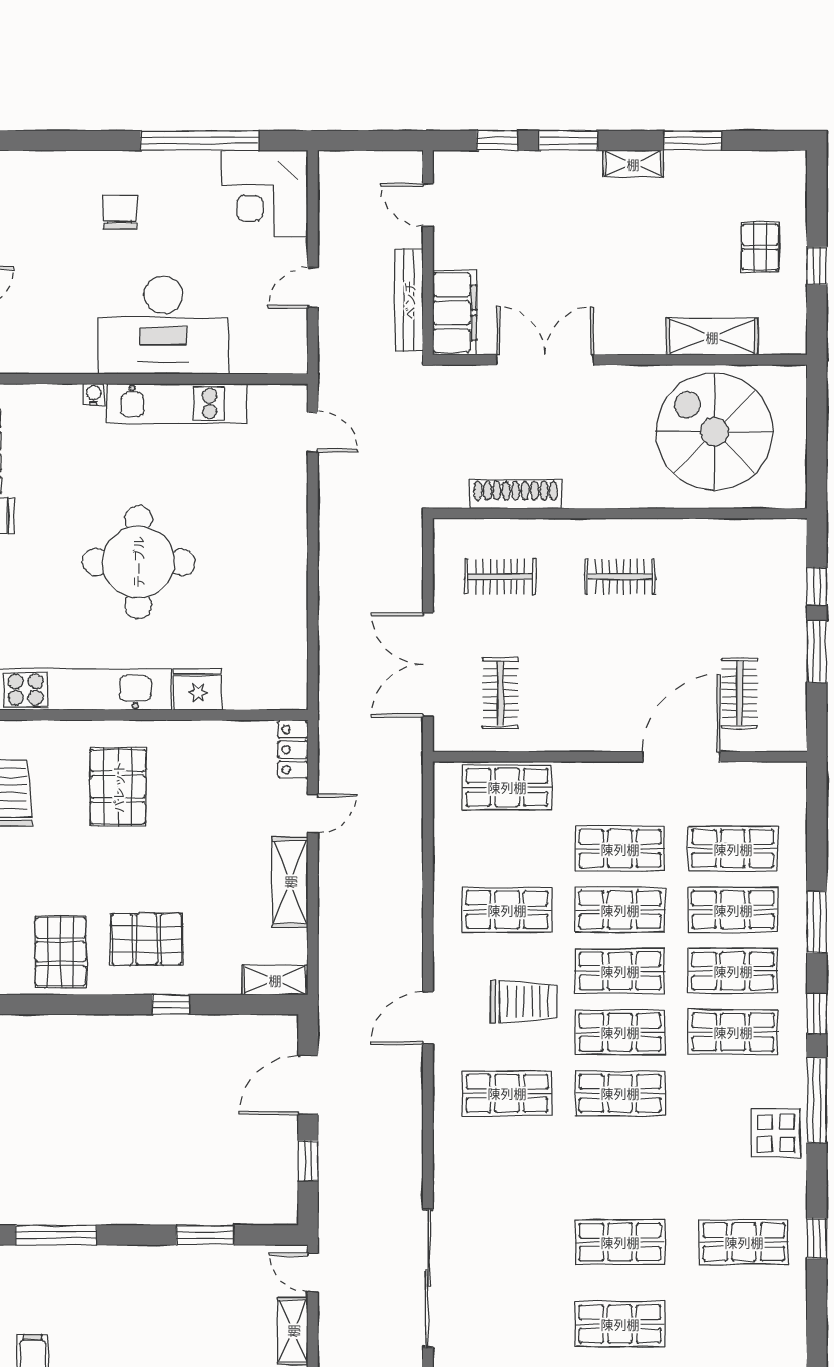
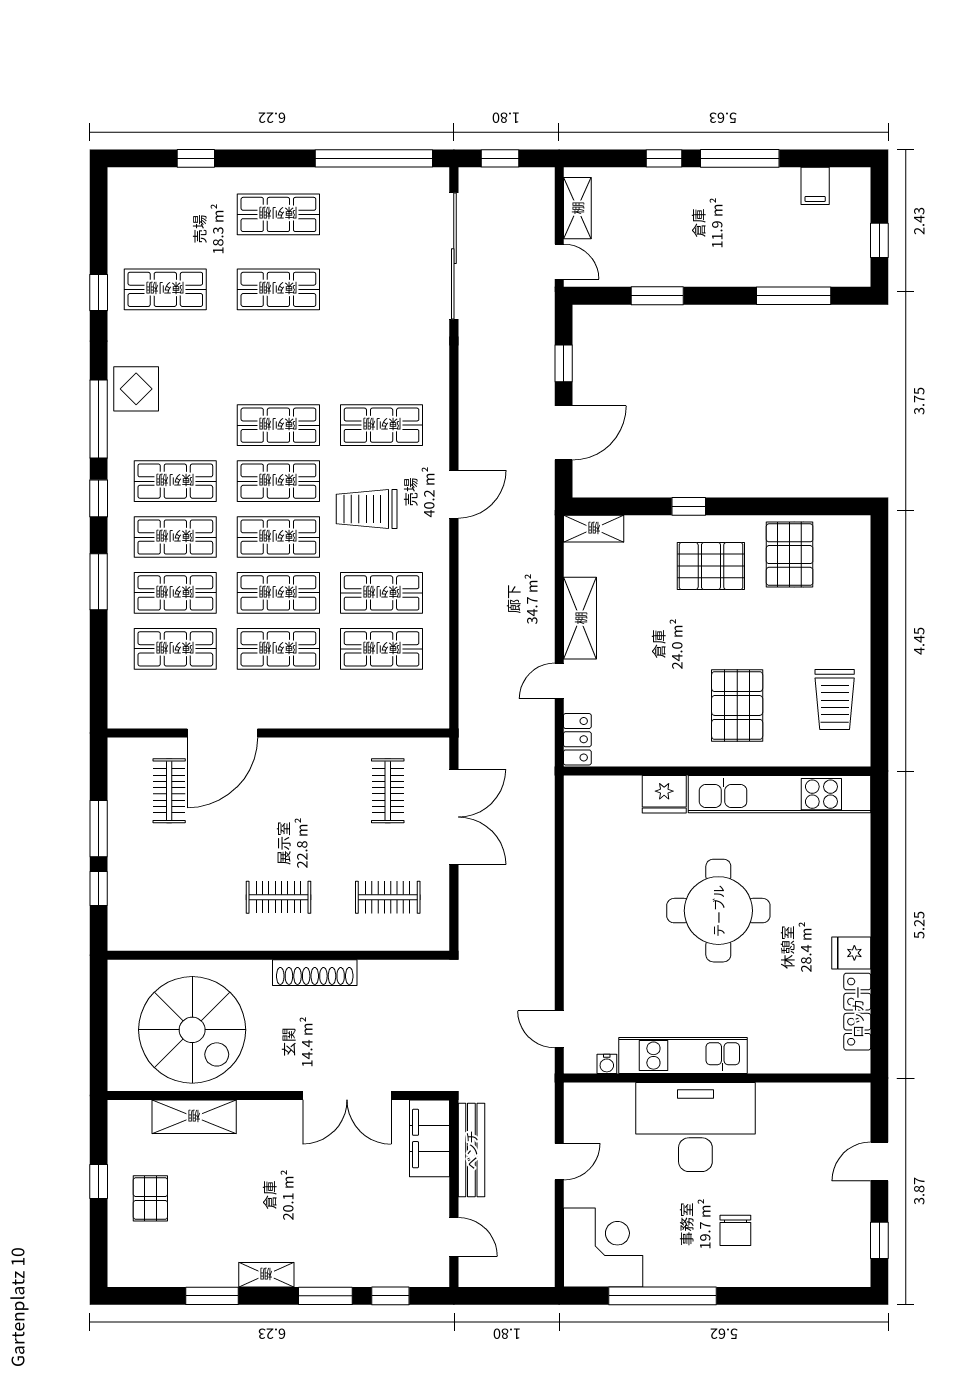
water cooler: (94, 394) -> (607, 1064), moved
shoe rack: (516, 494) -> (315, 973), moved
shop shelf: (507, 787) -> (382, 649), moved

